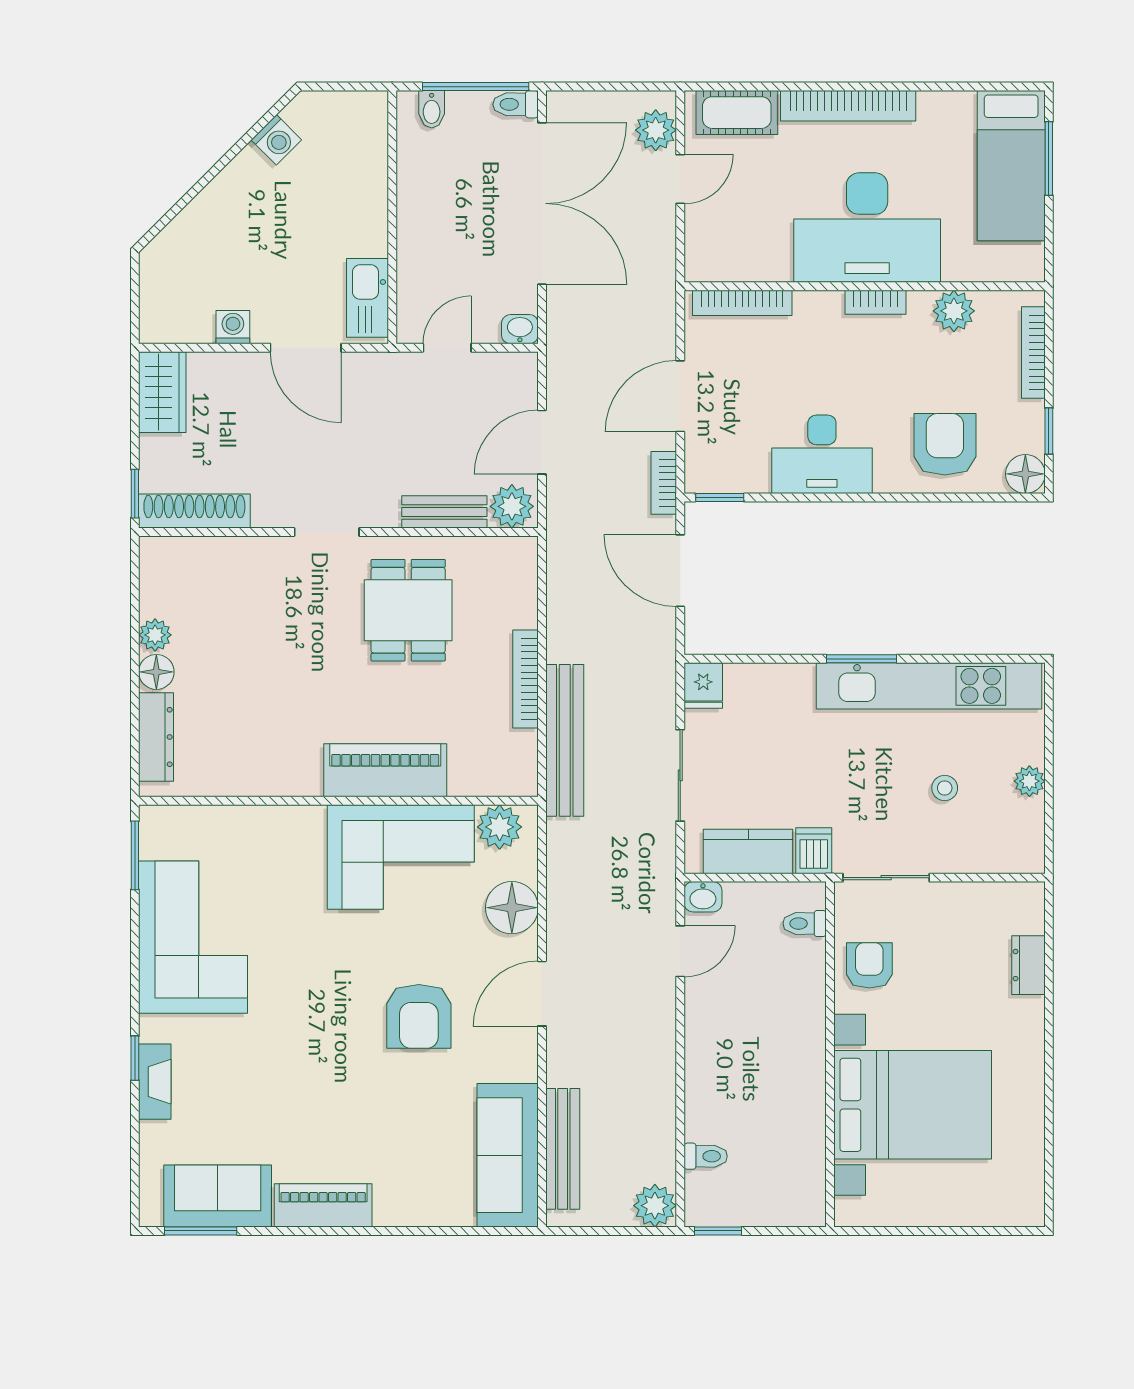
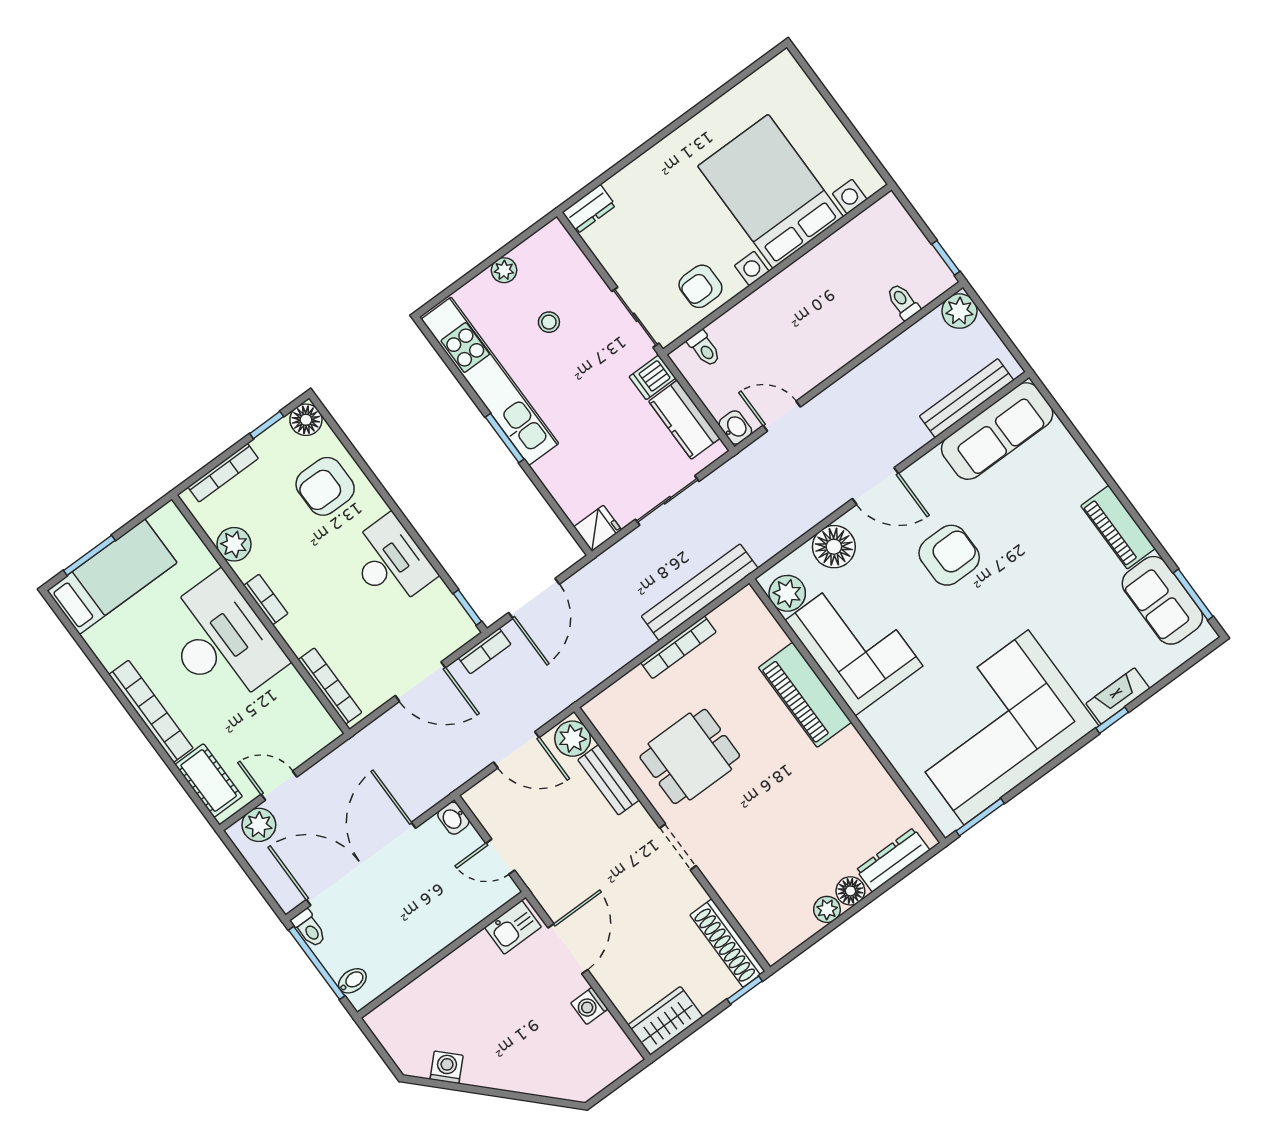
kitchen sink: (368, 298) -> (513, 927), width x0.73
corner sofa: (193, 937) -> (996, 727), width x1.36, depth x1.36
dresser: (1028, 965) -> (589, 209), moved

